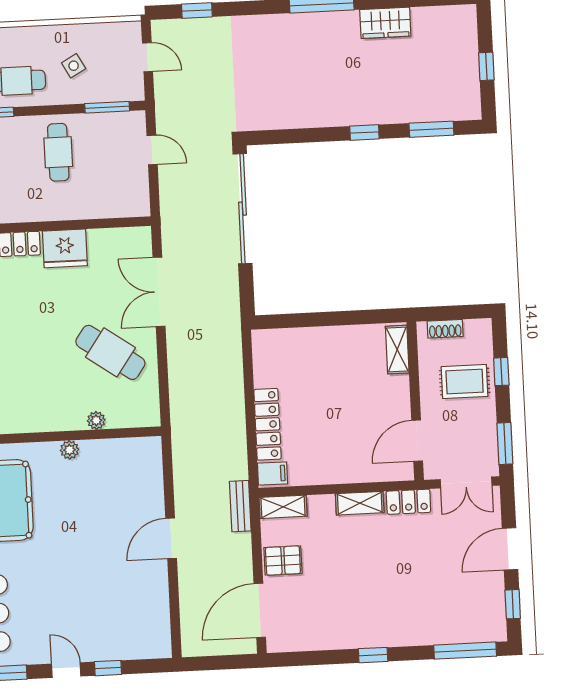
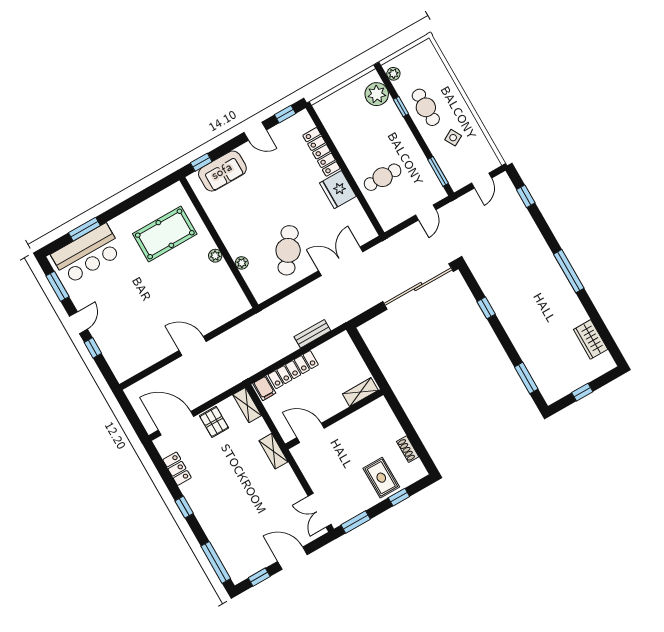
wardrobe: (385, 23) -> (591, 339), moved
window: (364, 132) -> (486, 308), moved
cafe table: (58, 152) -> (383, 177), moved
shelving: (397, 350) -> (360, 392), moved
wall: (415, 401) -> (334, 419), moved
door: (417, 441) -> (311, 433), moved
locker: (408, 502) -> (177, 469), moved, turned 180
bench: (240, 506) -> (312, 334), moved

